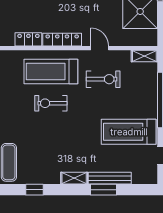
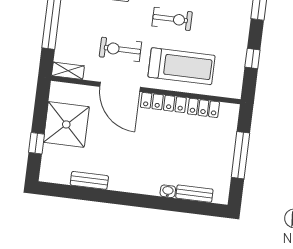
door: (100, 48) -> (120, 87), width x1.88
exercise bike: (51, 103) -> (172, 19), moved

